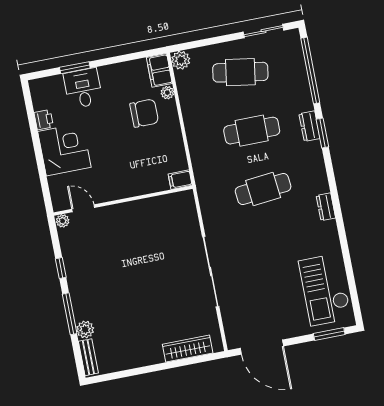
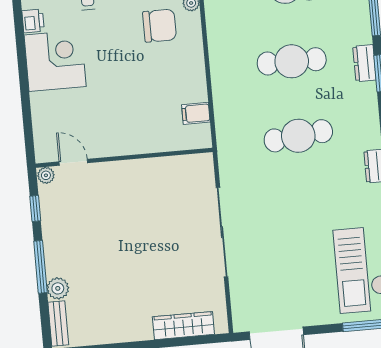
wall: (123, 201) -> (124, 158), moved
door: (83, 208) -> (73, 162), moved
plant: (63, 221) -> (46, 175), moved

